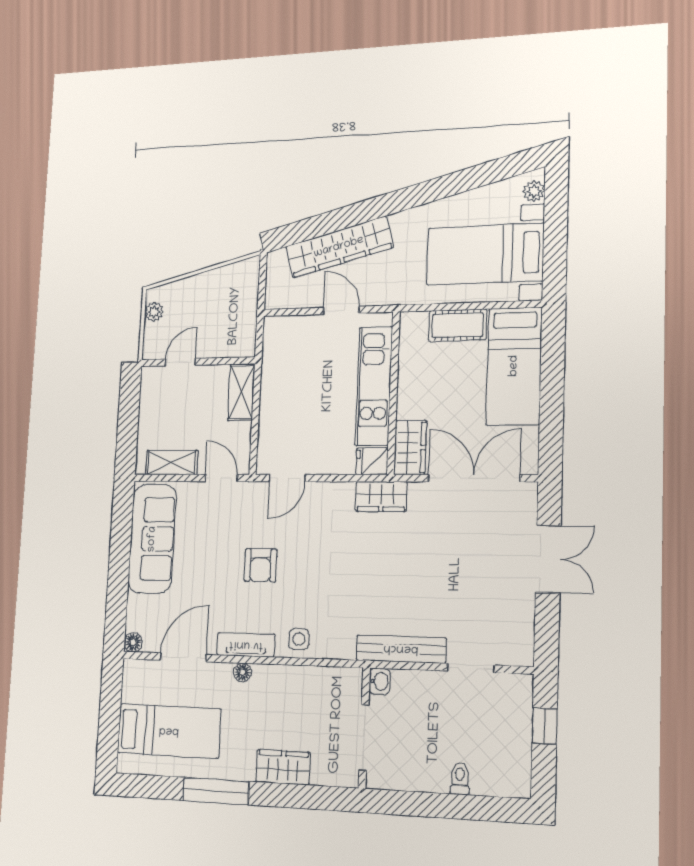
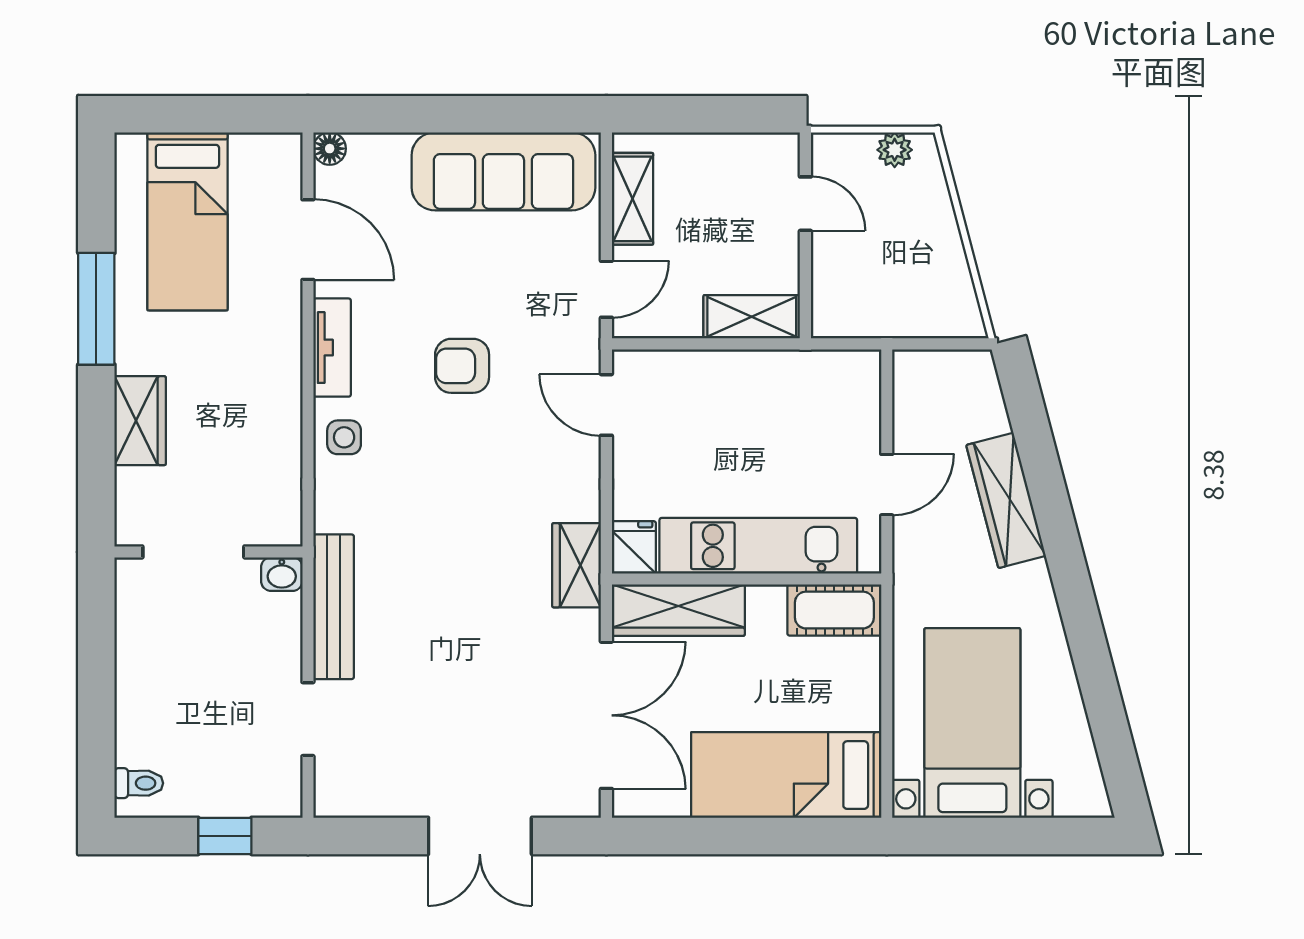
plant: (534, 191) -> (1074, 800), removed
wardrobe: (339, 247) -> (1006, 500), width x0.71, depth x0.85
cot: (458, 325) -> (834, 610), moved, turned 90
wardrobe: (410, 447) -> (678, 610), width x1.50
floor lamp: (242, 672) -> (287, 344), removed
toilet: (460, 778) -> (139, 783), moved

